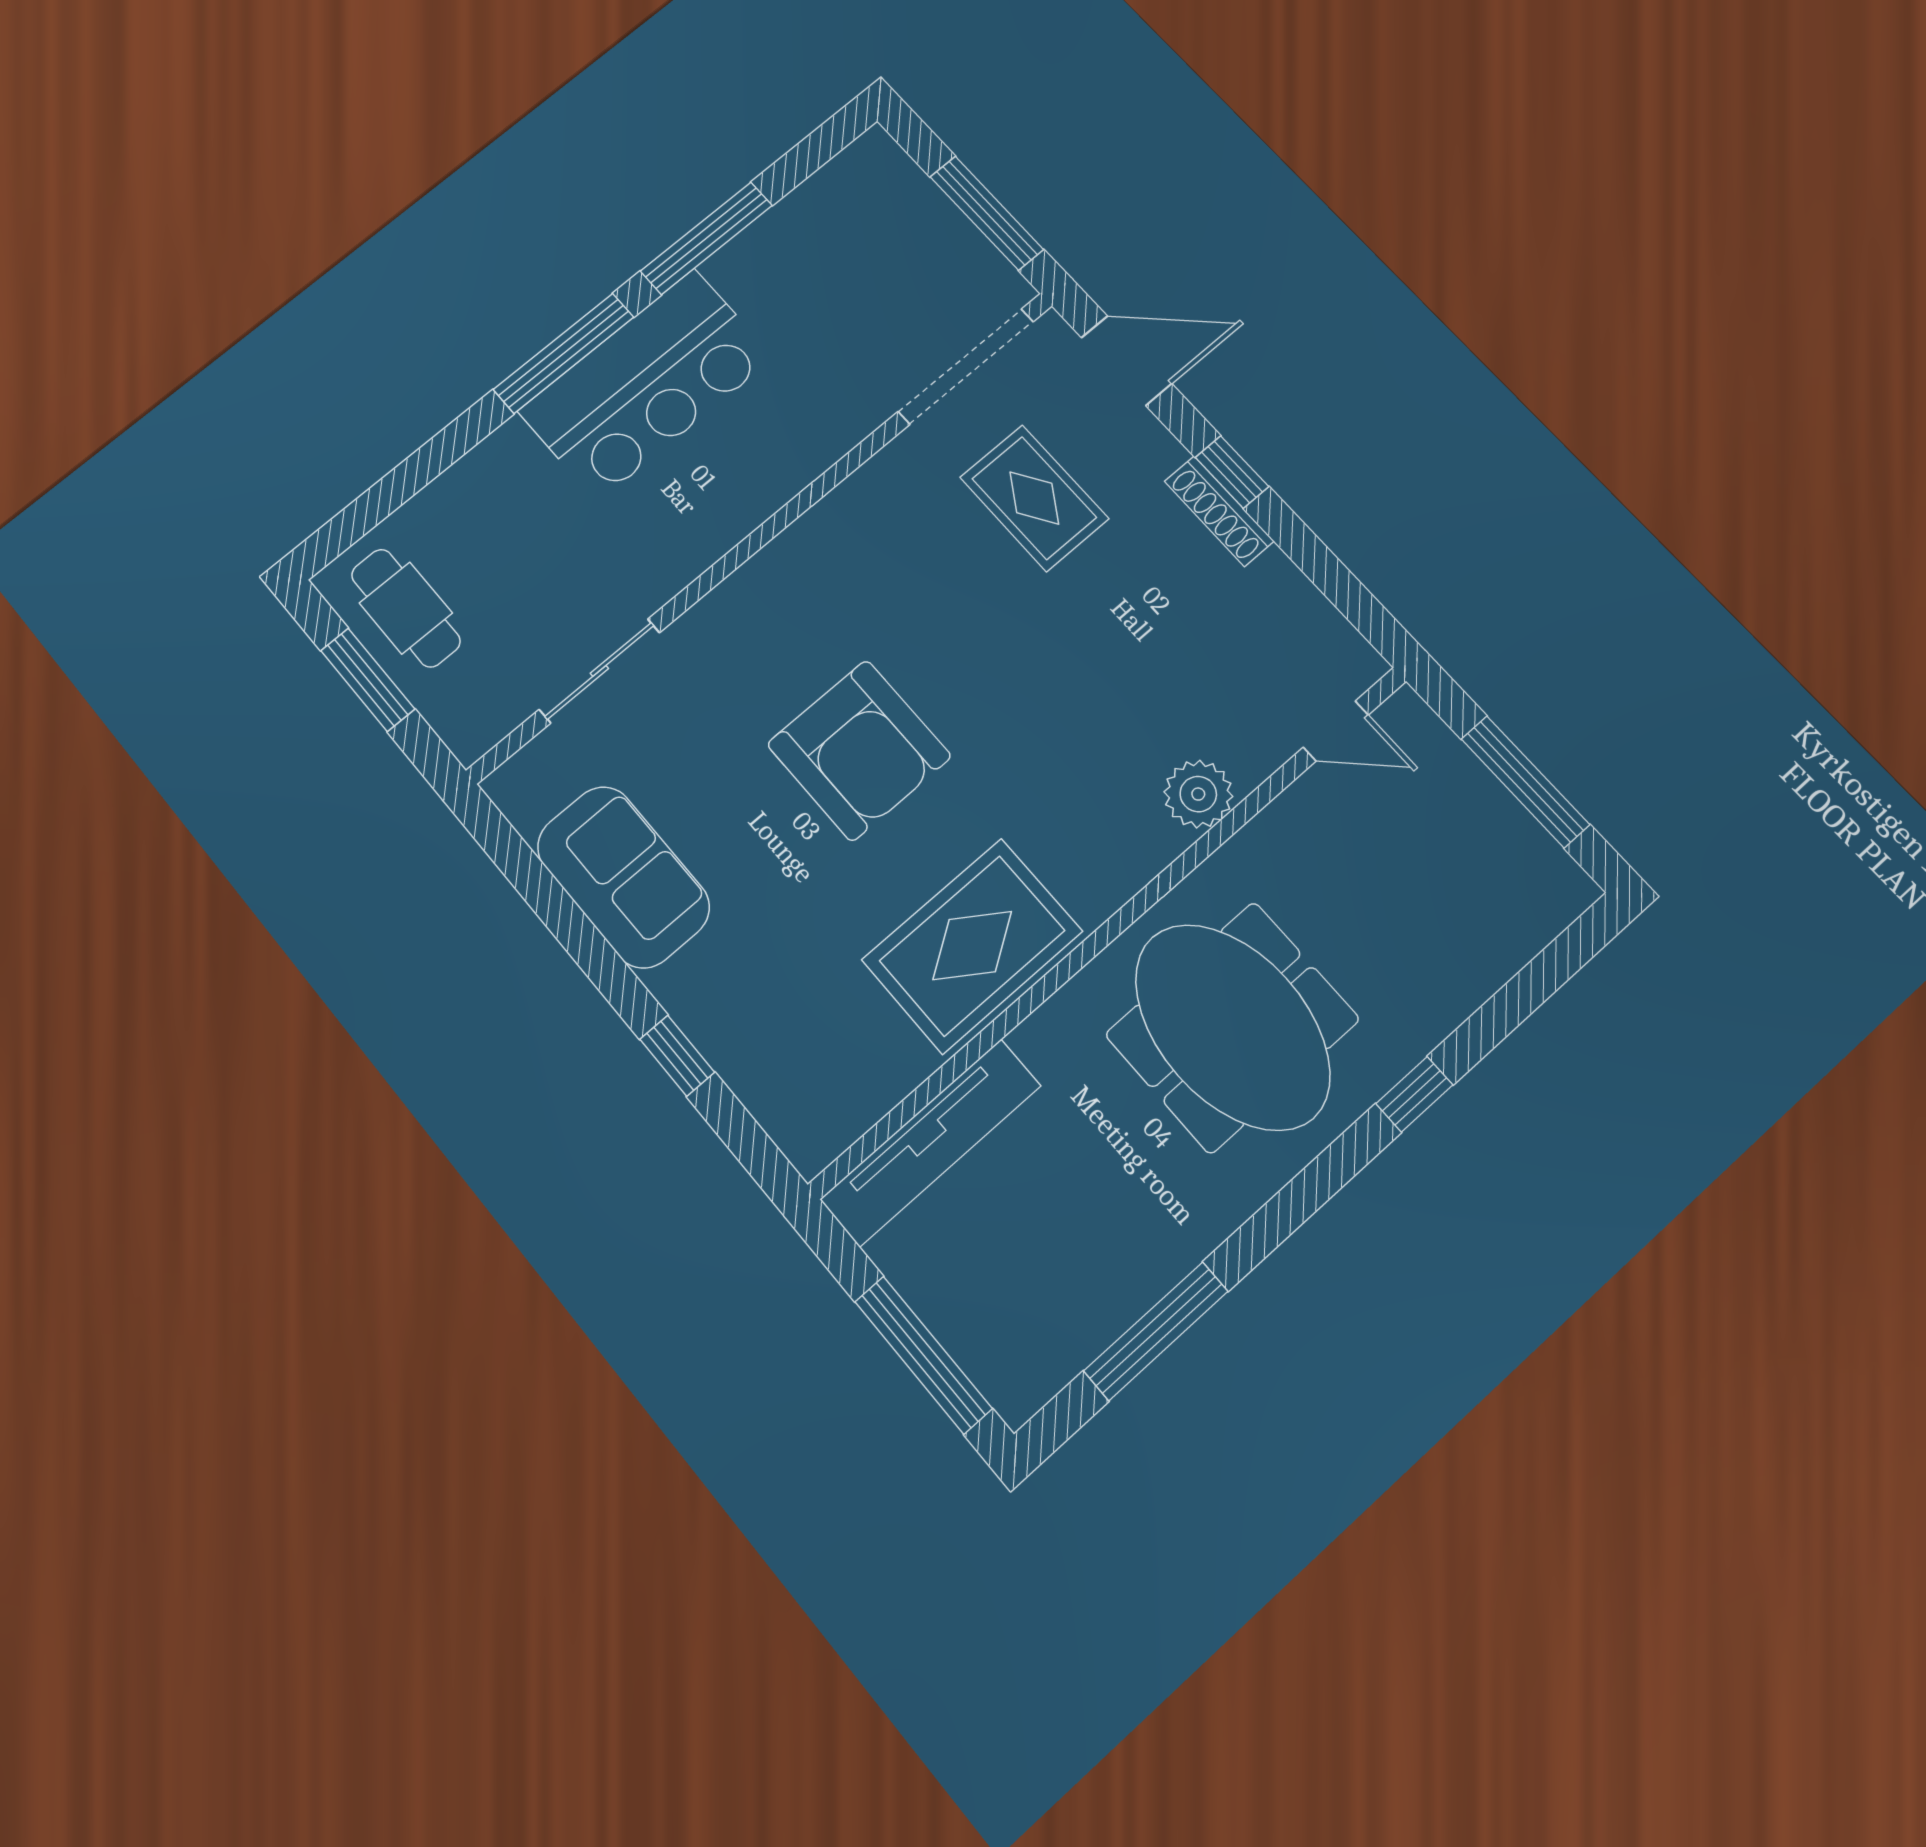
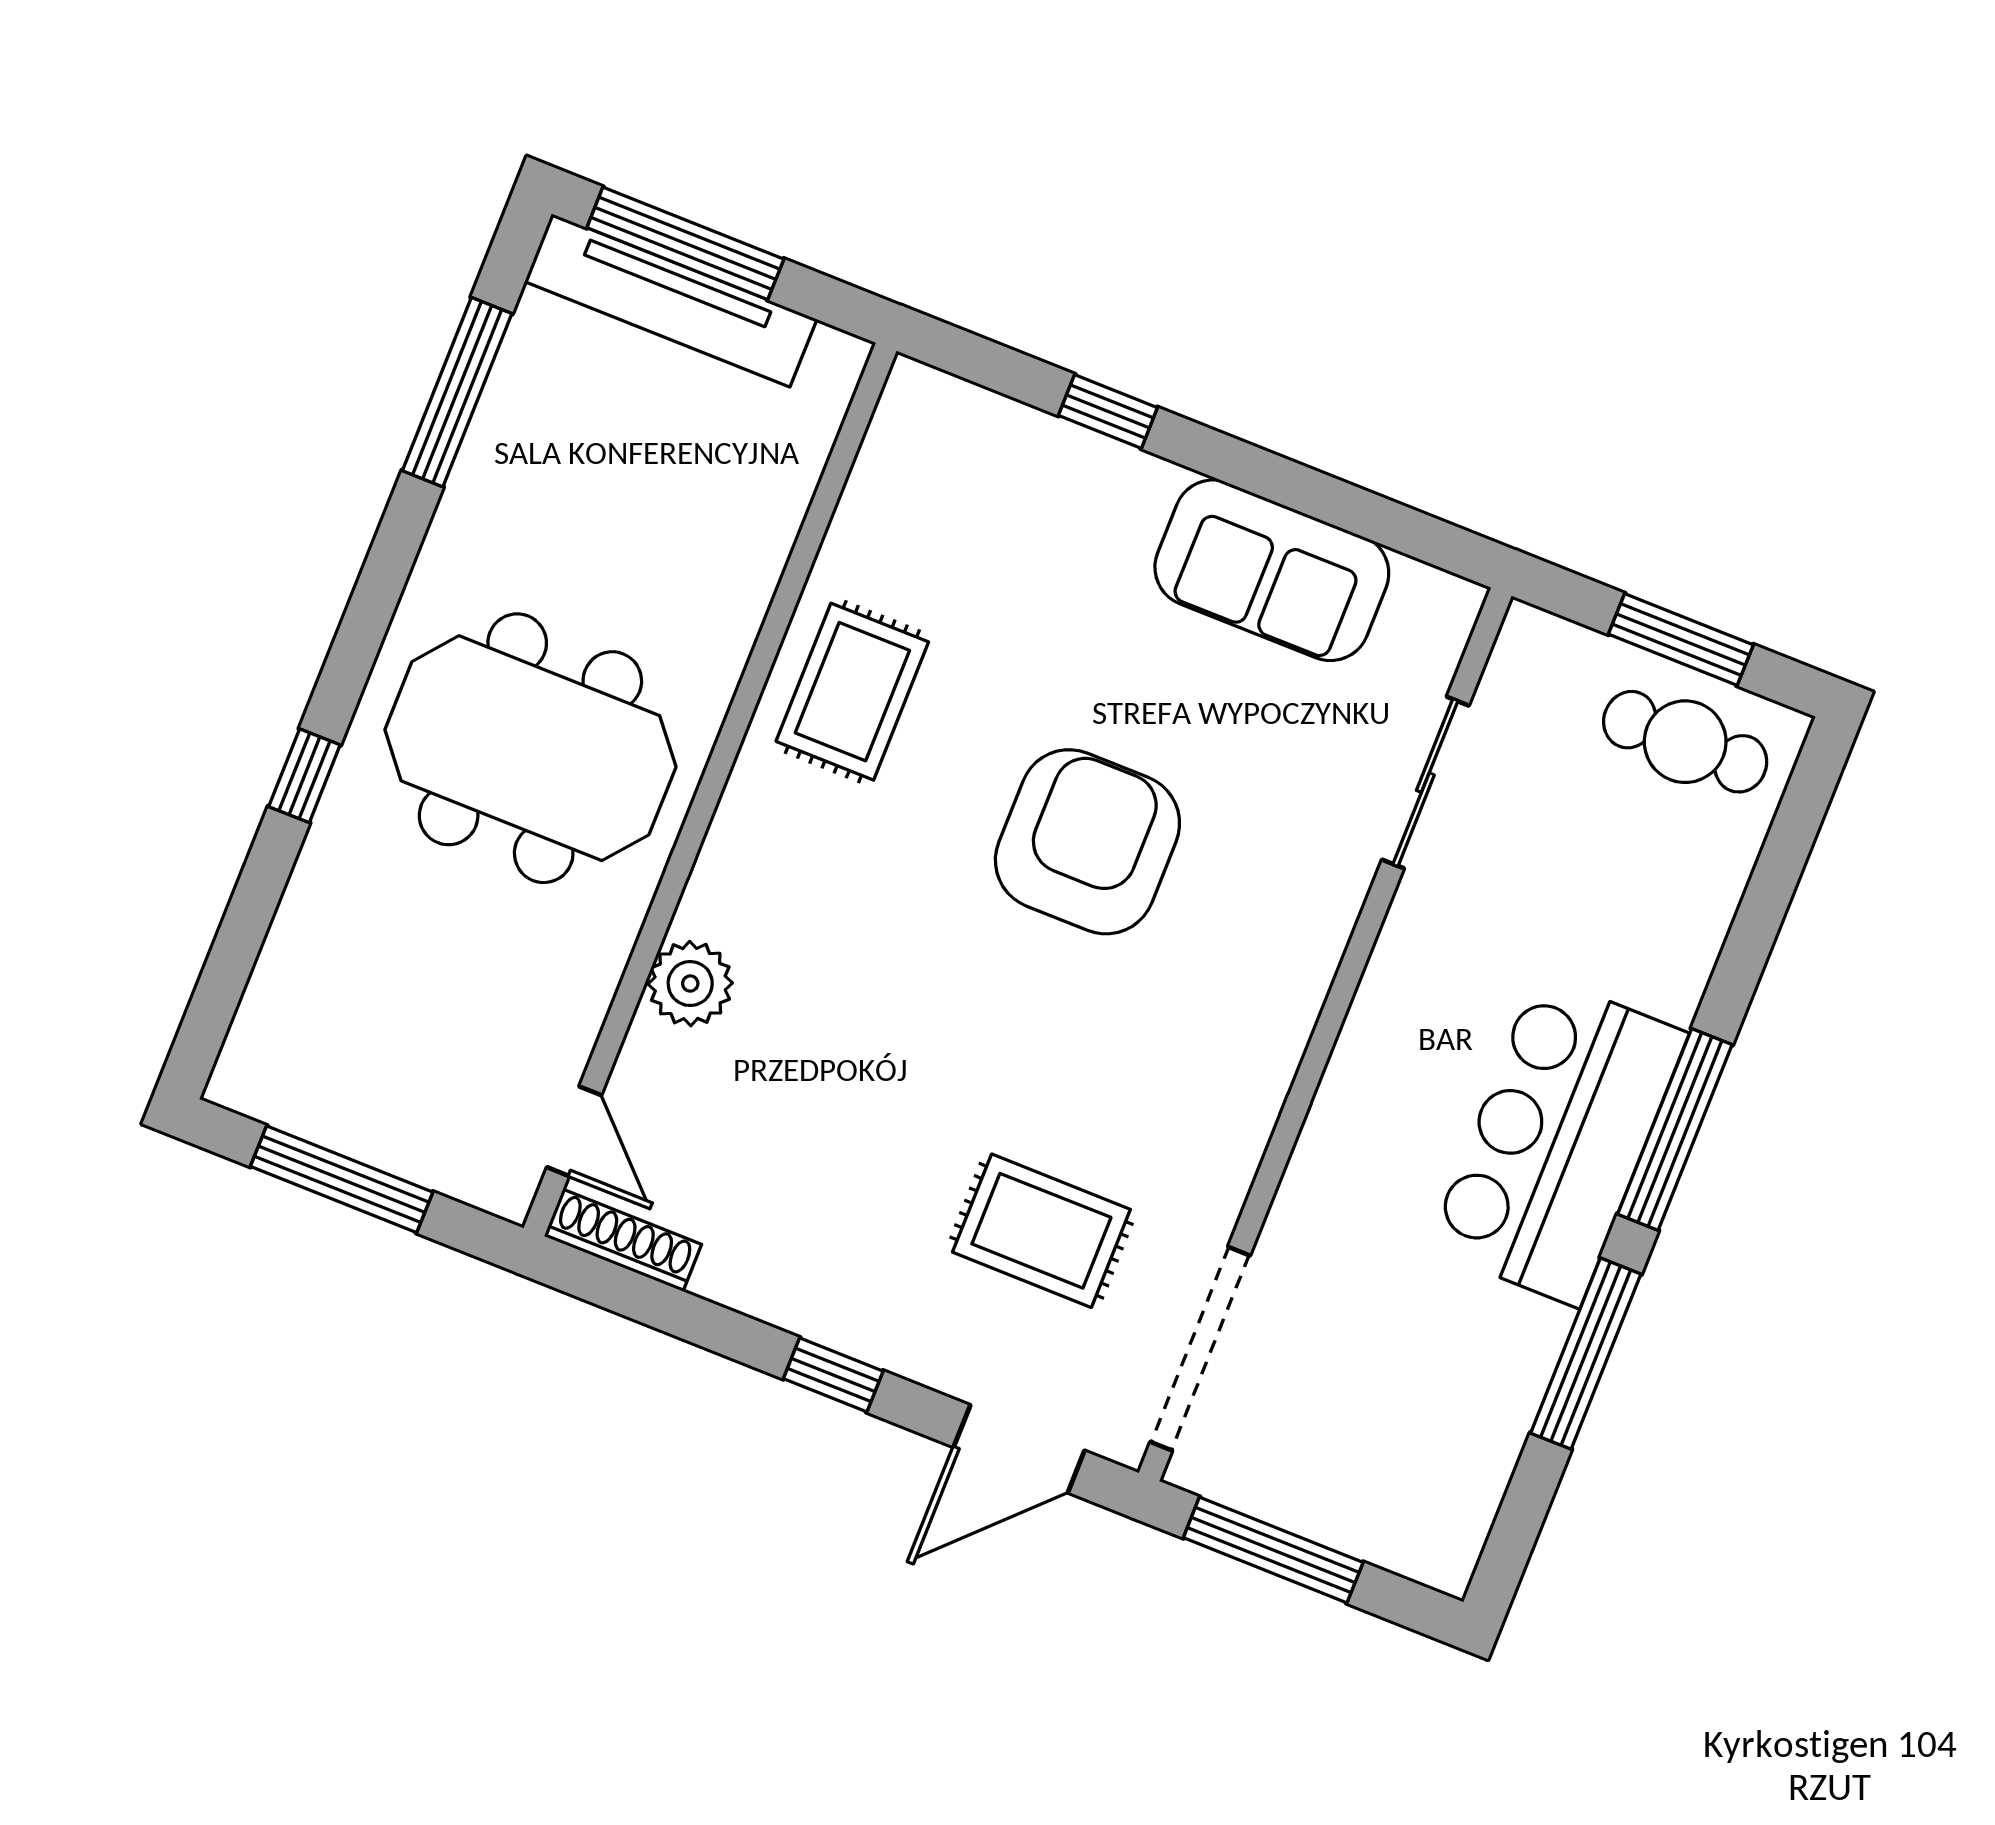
shoe rack: (1219, 511) -> (623, 1240), moved
door: (1336, 731) -> (574, 1131), swing flipped
armchair: (859, 750) -> (1087, 842), turned 90
rug: (972, 946) -> (852, 692), width x0.73, depth x0.70
tv unit: (931, 1142) -> (671, 300), moved, turned -90

